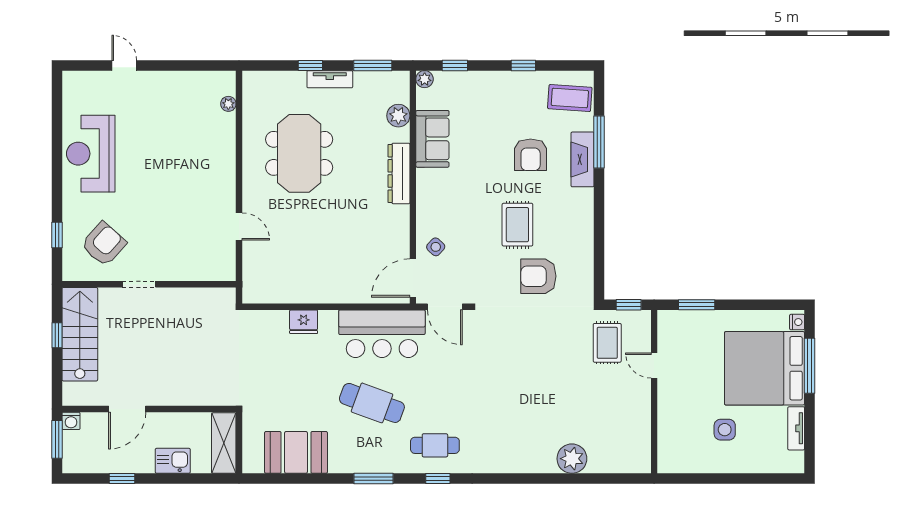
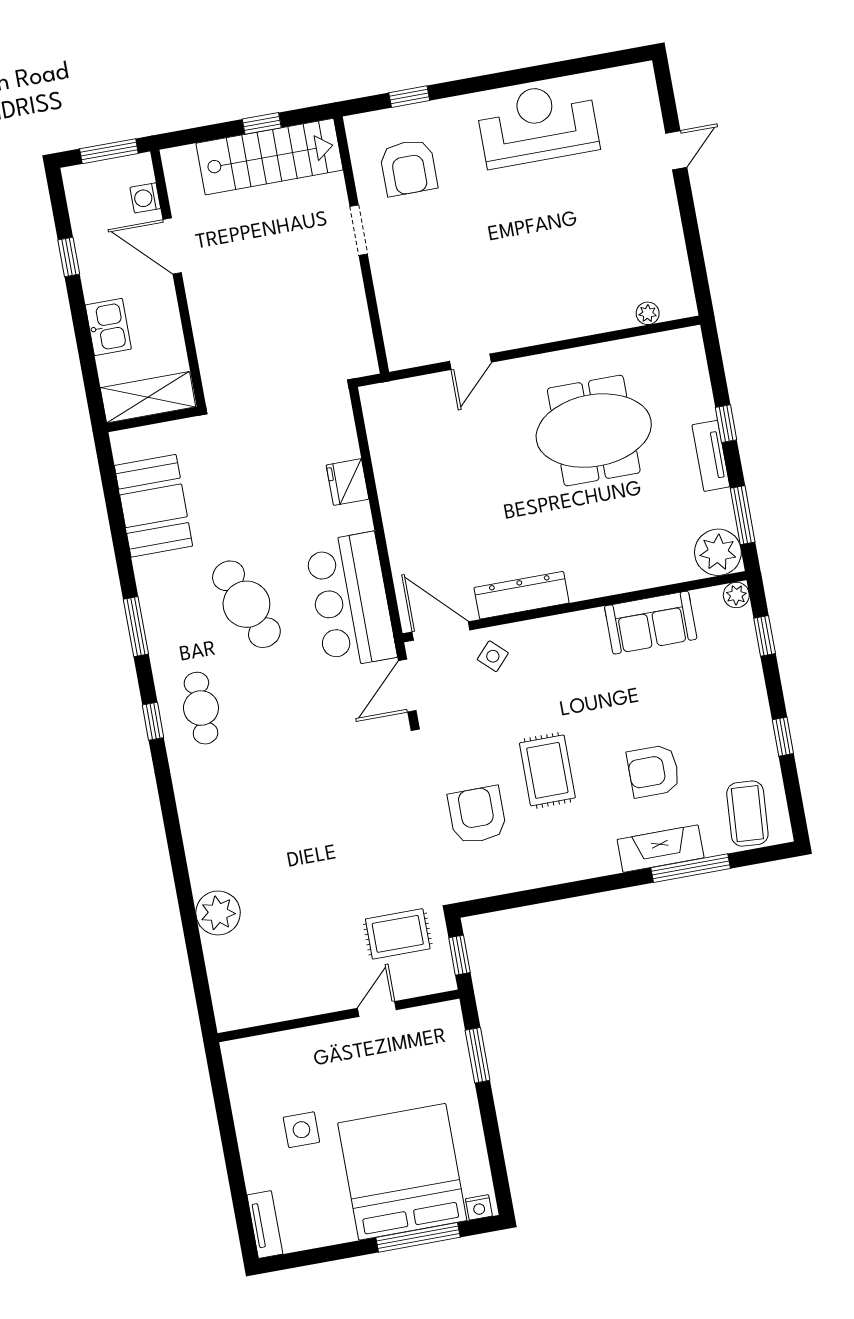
plant: (398, 116) -> (718, 552), moved, width x1.36, depth x1.36
dresser: (399, 173) -> (522, 595), moved
rug: (517, 225) -> (547, 770), turned 90
armchair: (104, 244) -> (408, 168), turned 48
cafe table: (372, 403) -> (246, 604), turned -42
washing machine: (71, 421) -> (145, 198), moved
tv unit: (796, 428) -> (265, 1224), moved, turned 90

